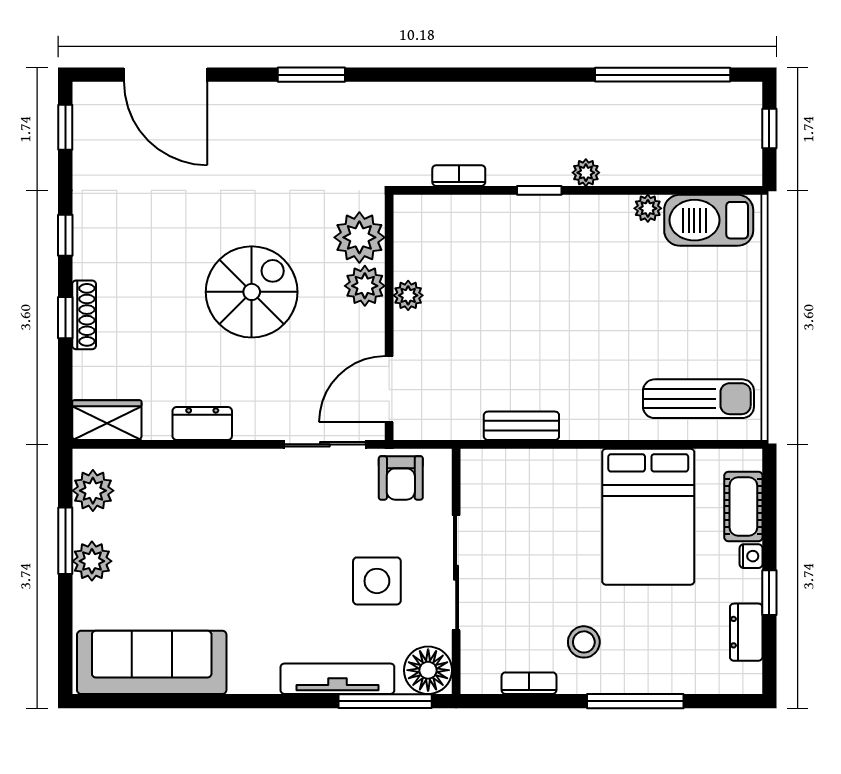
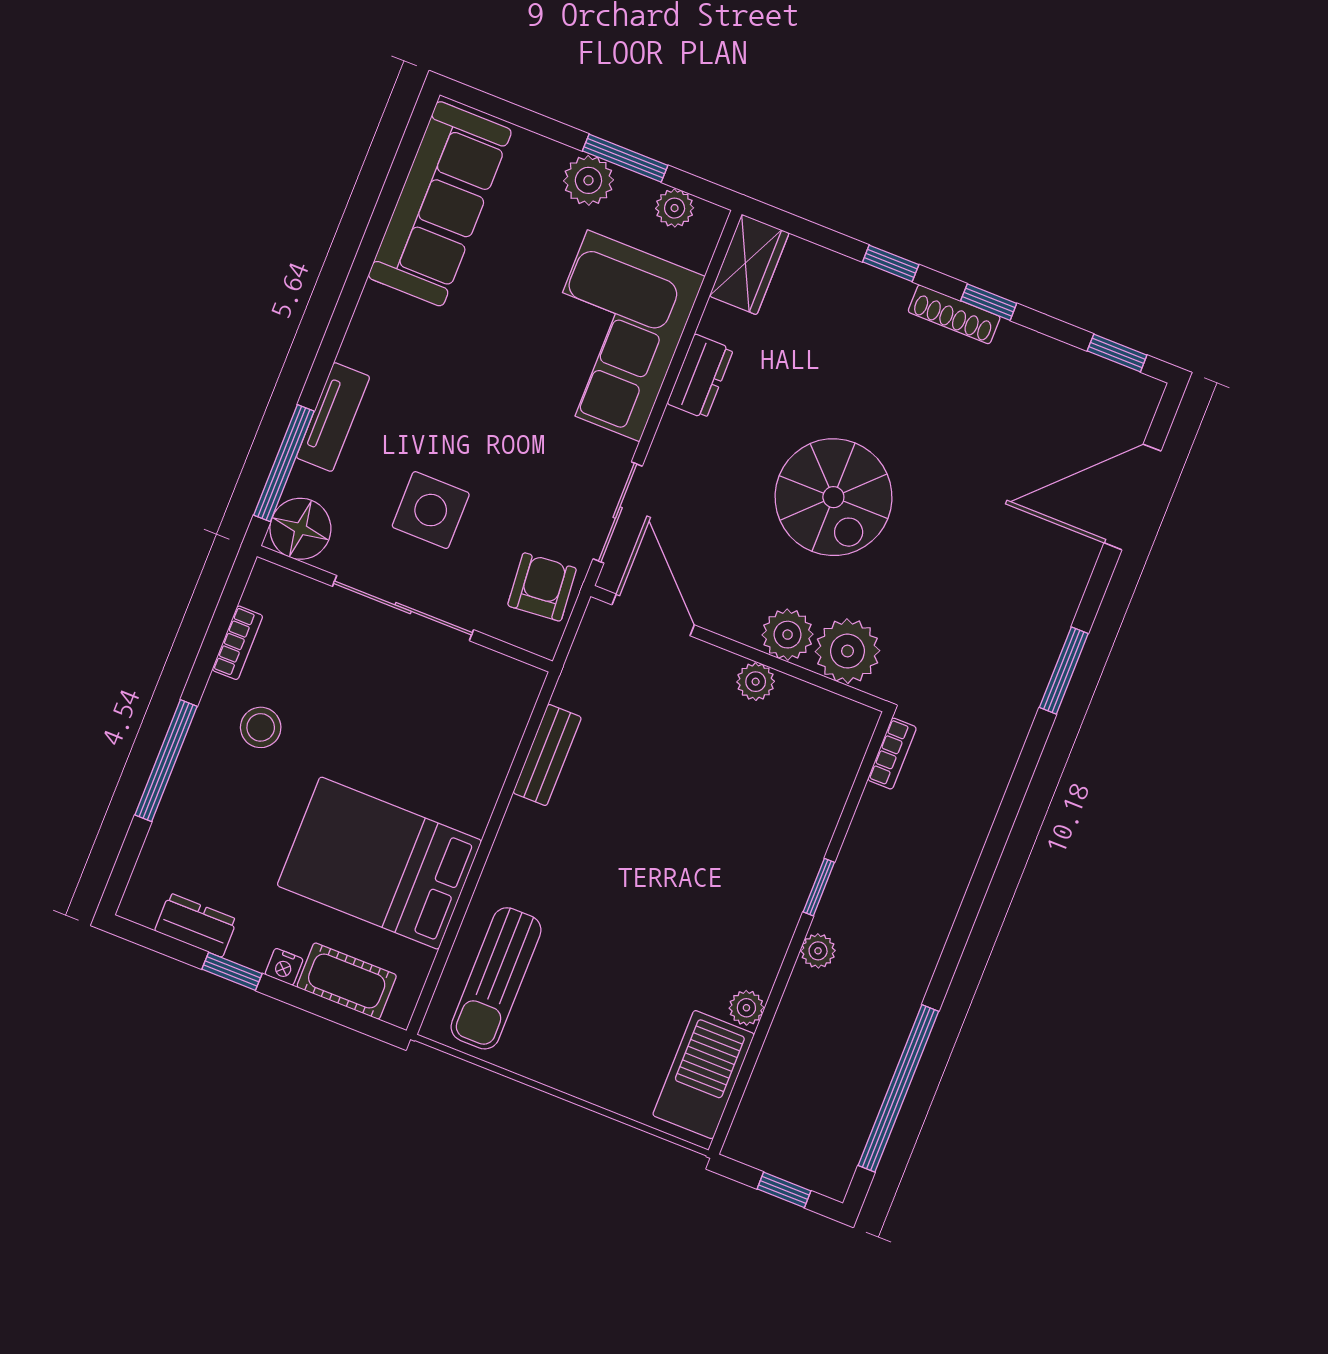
bookcase: (459, 176) -> (892, 754), moved
shoe rack: (84, 315) -> (954, 314), moved
armchair: (401, 478) -> (542, 587), turned 85
plant: (93, 491) -> (675, 208), width x0.73, depth x0.73
corner sofa: (198, 498) -> (614, 336), added
tv unit: (337, 679) -> (333, 417), width x0.71

